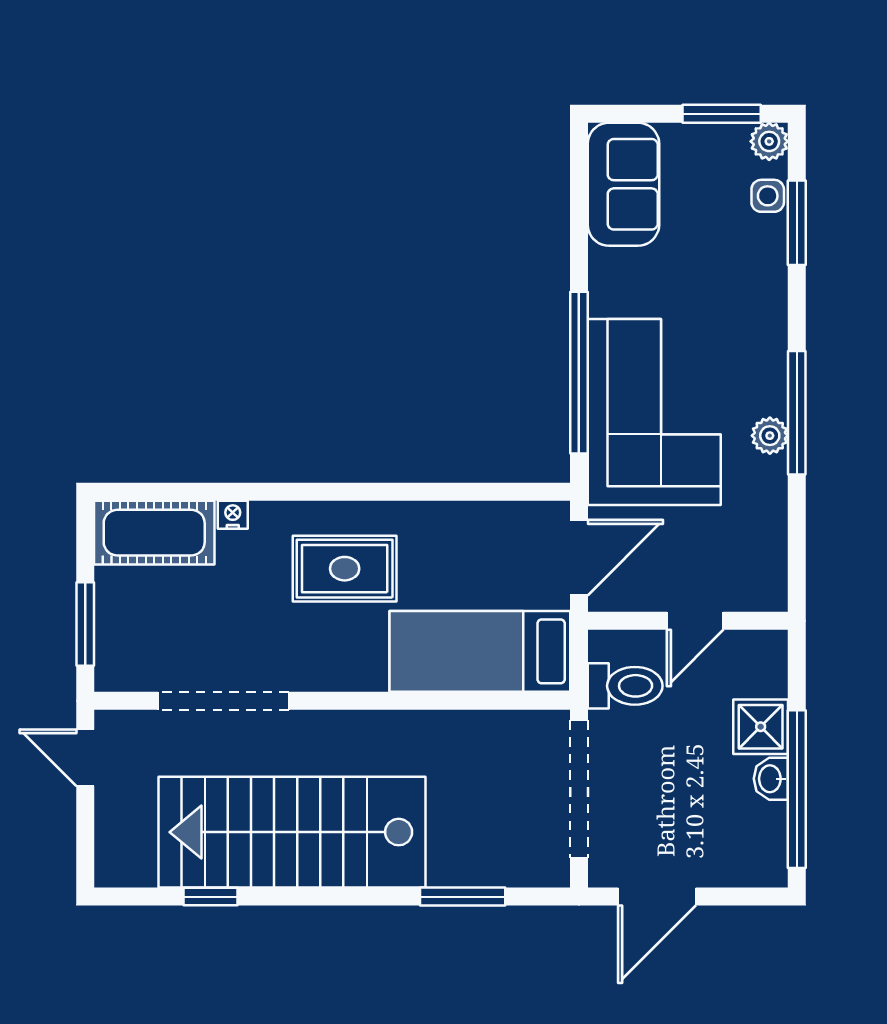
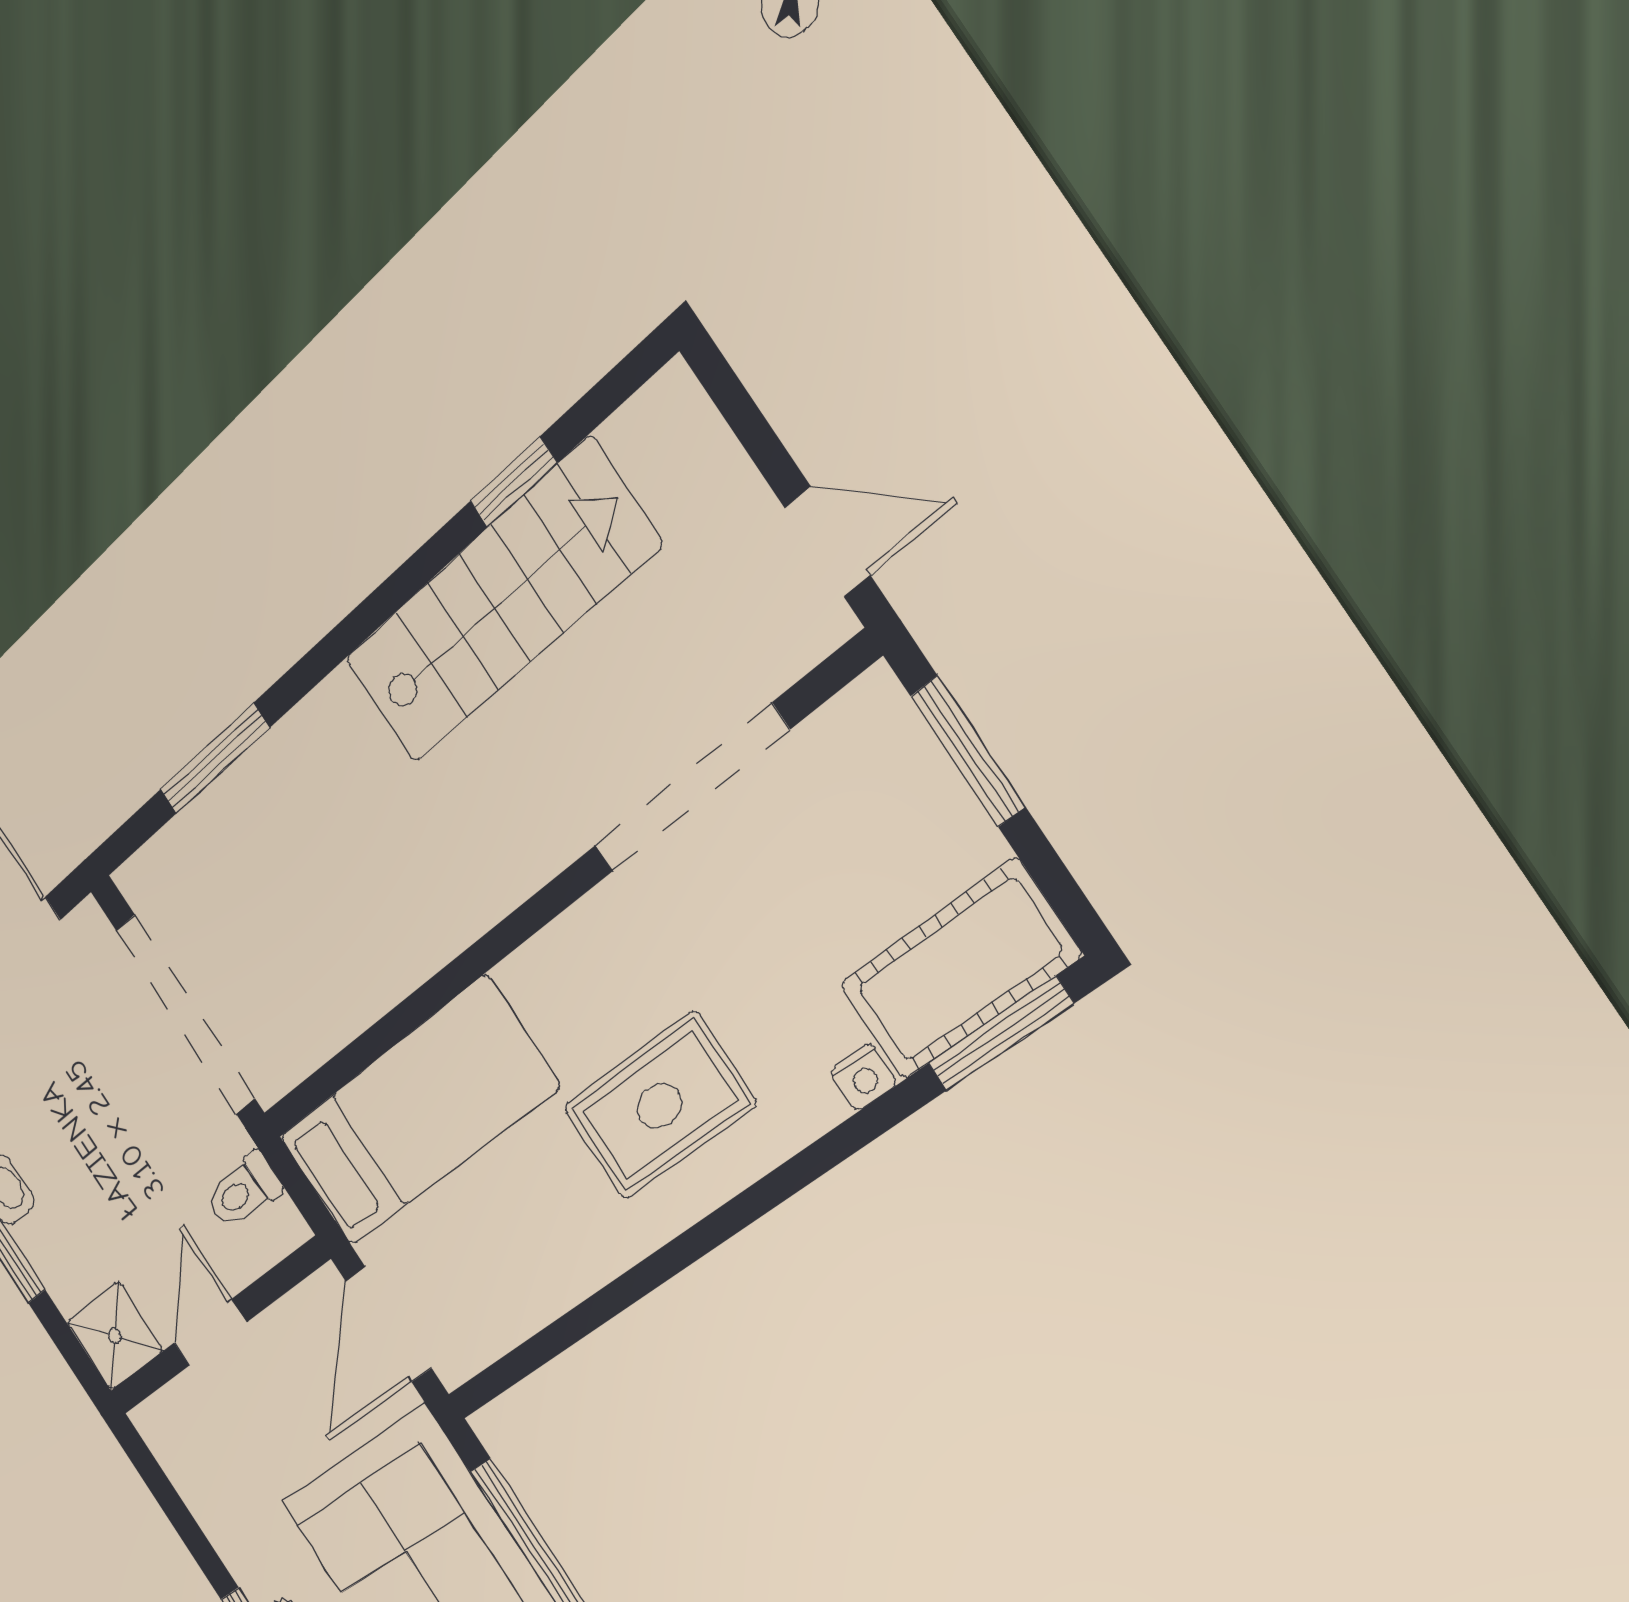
window: (155, 492) -> (1000, 1034), added
toilet: (625, 686) -> (243, 1191), width x0.73, depth x0.72
shower: (761, 727) -> (115, 1336), moved
stairs: (292, 832) -> (500, 603), width x0.73, depth x0.66

